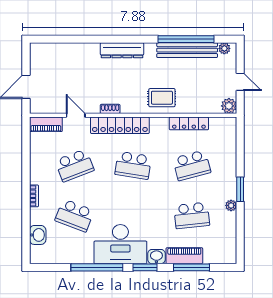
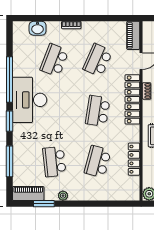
school desk: (75, 165) -> (98, 60), turned 45
school desk: (192, 165) -> (98, 162), turned 30
window: (240, 189) -> (44, 204), moved
piano: (184, 256) -> (28, 193), moved, turned -90
washbasin: (156, 257) -> (19, 131), removed

